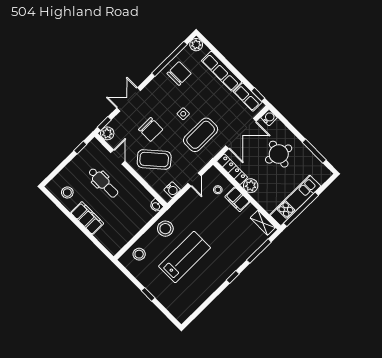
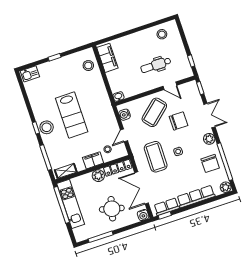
chair: (151, 129) -> (178, 121), turned 180
plant: (107, 133) -> (209, 139), moved
door: (195, 180) -> (124, 135), hinge flipped
filing cabinet: (87, 218) -> (107, 58), moved, turned -90
stool: (165, 229) -> (47, 127), moved
lab bench: (185, 257) -> (72, 115), moved
kitchen sink: (179, 312) -> (30, 74), added

